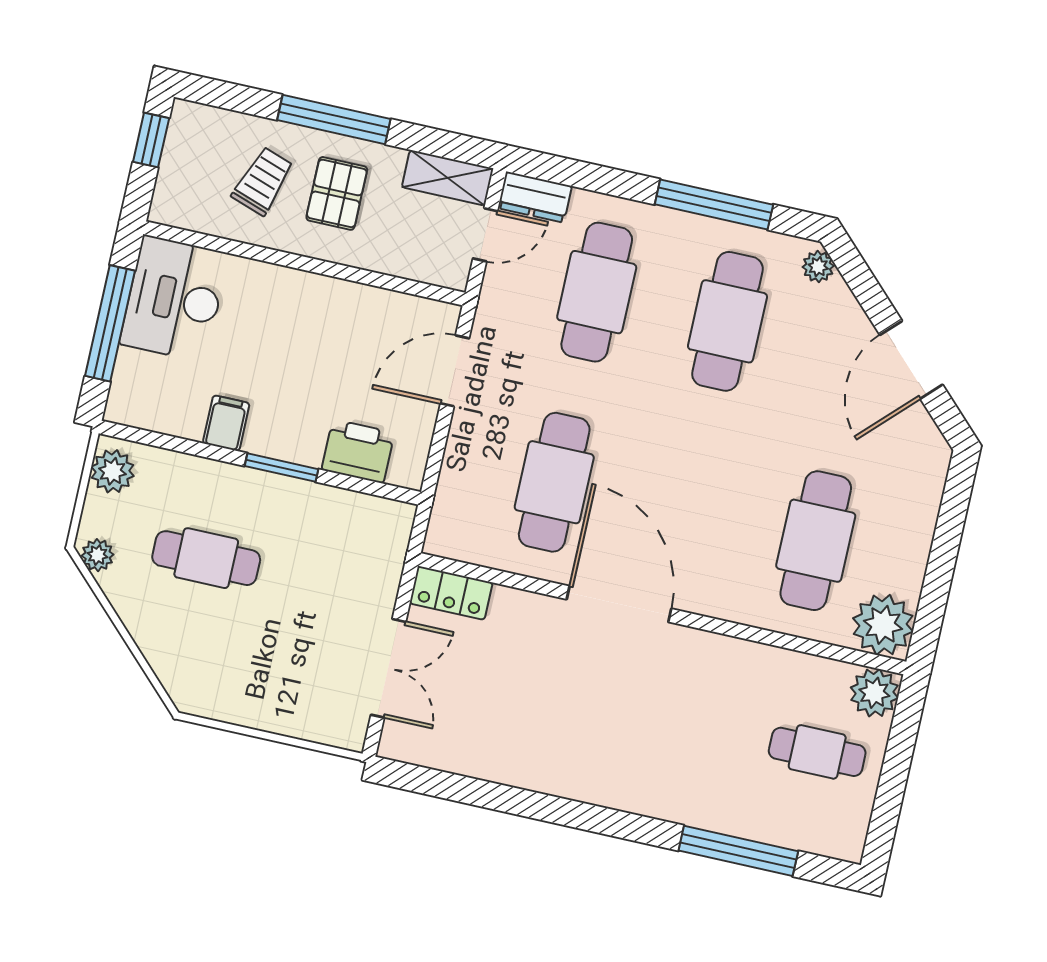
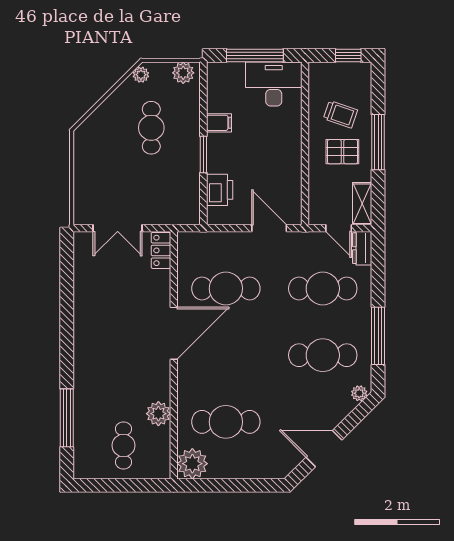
plant: (874, 693) -> (158, 414), moved

